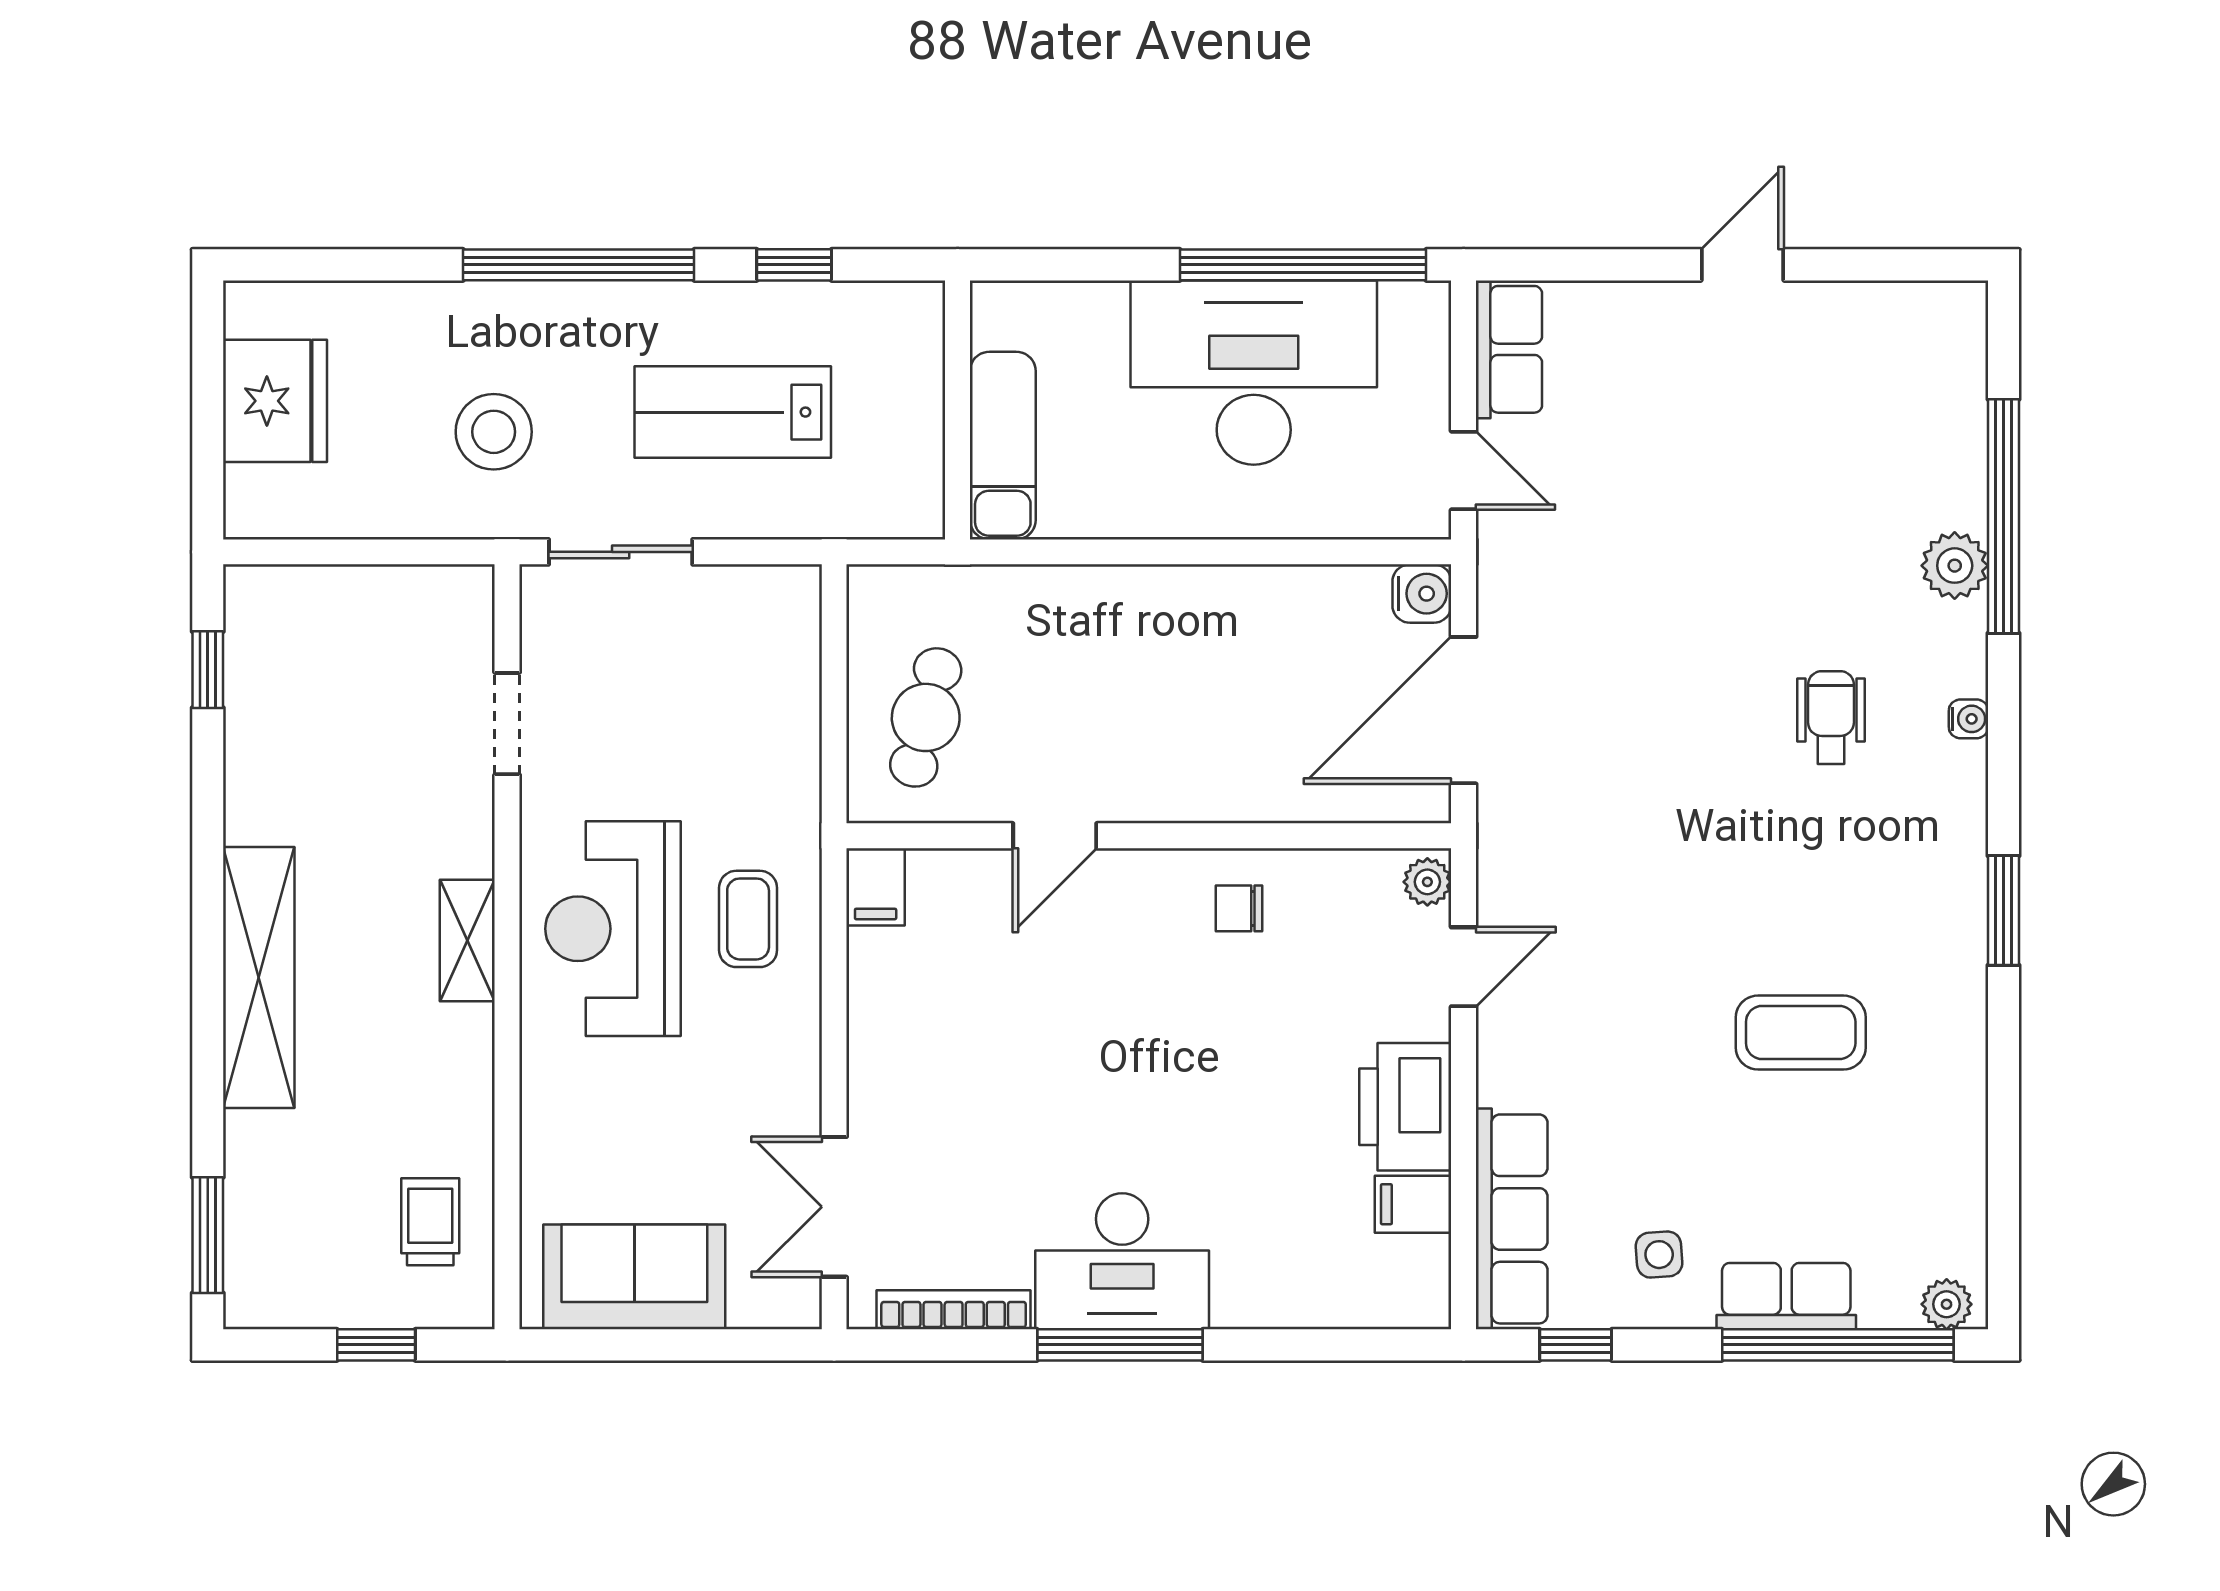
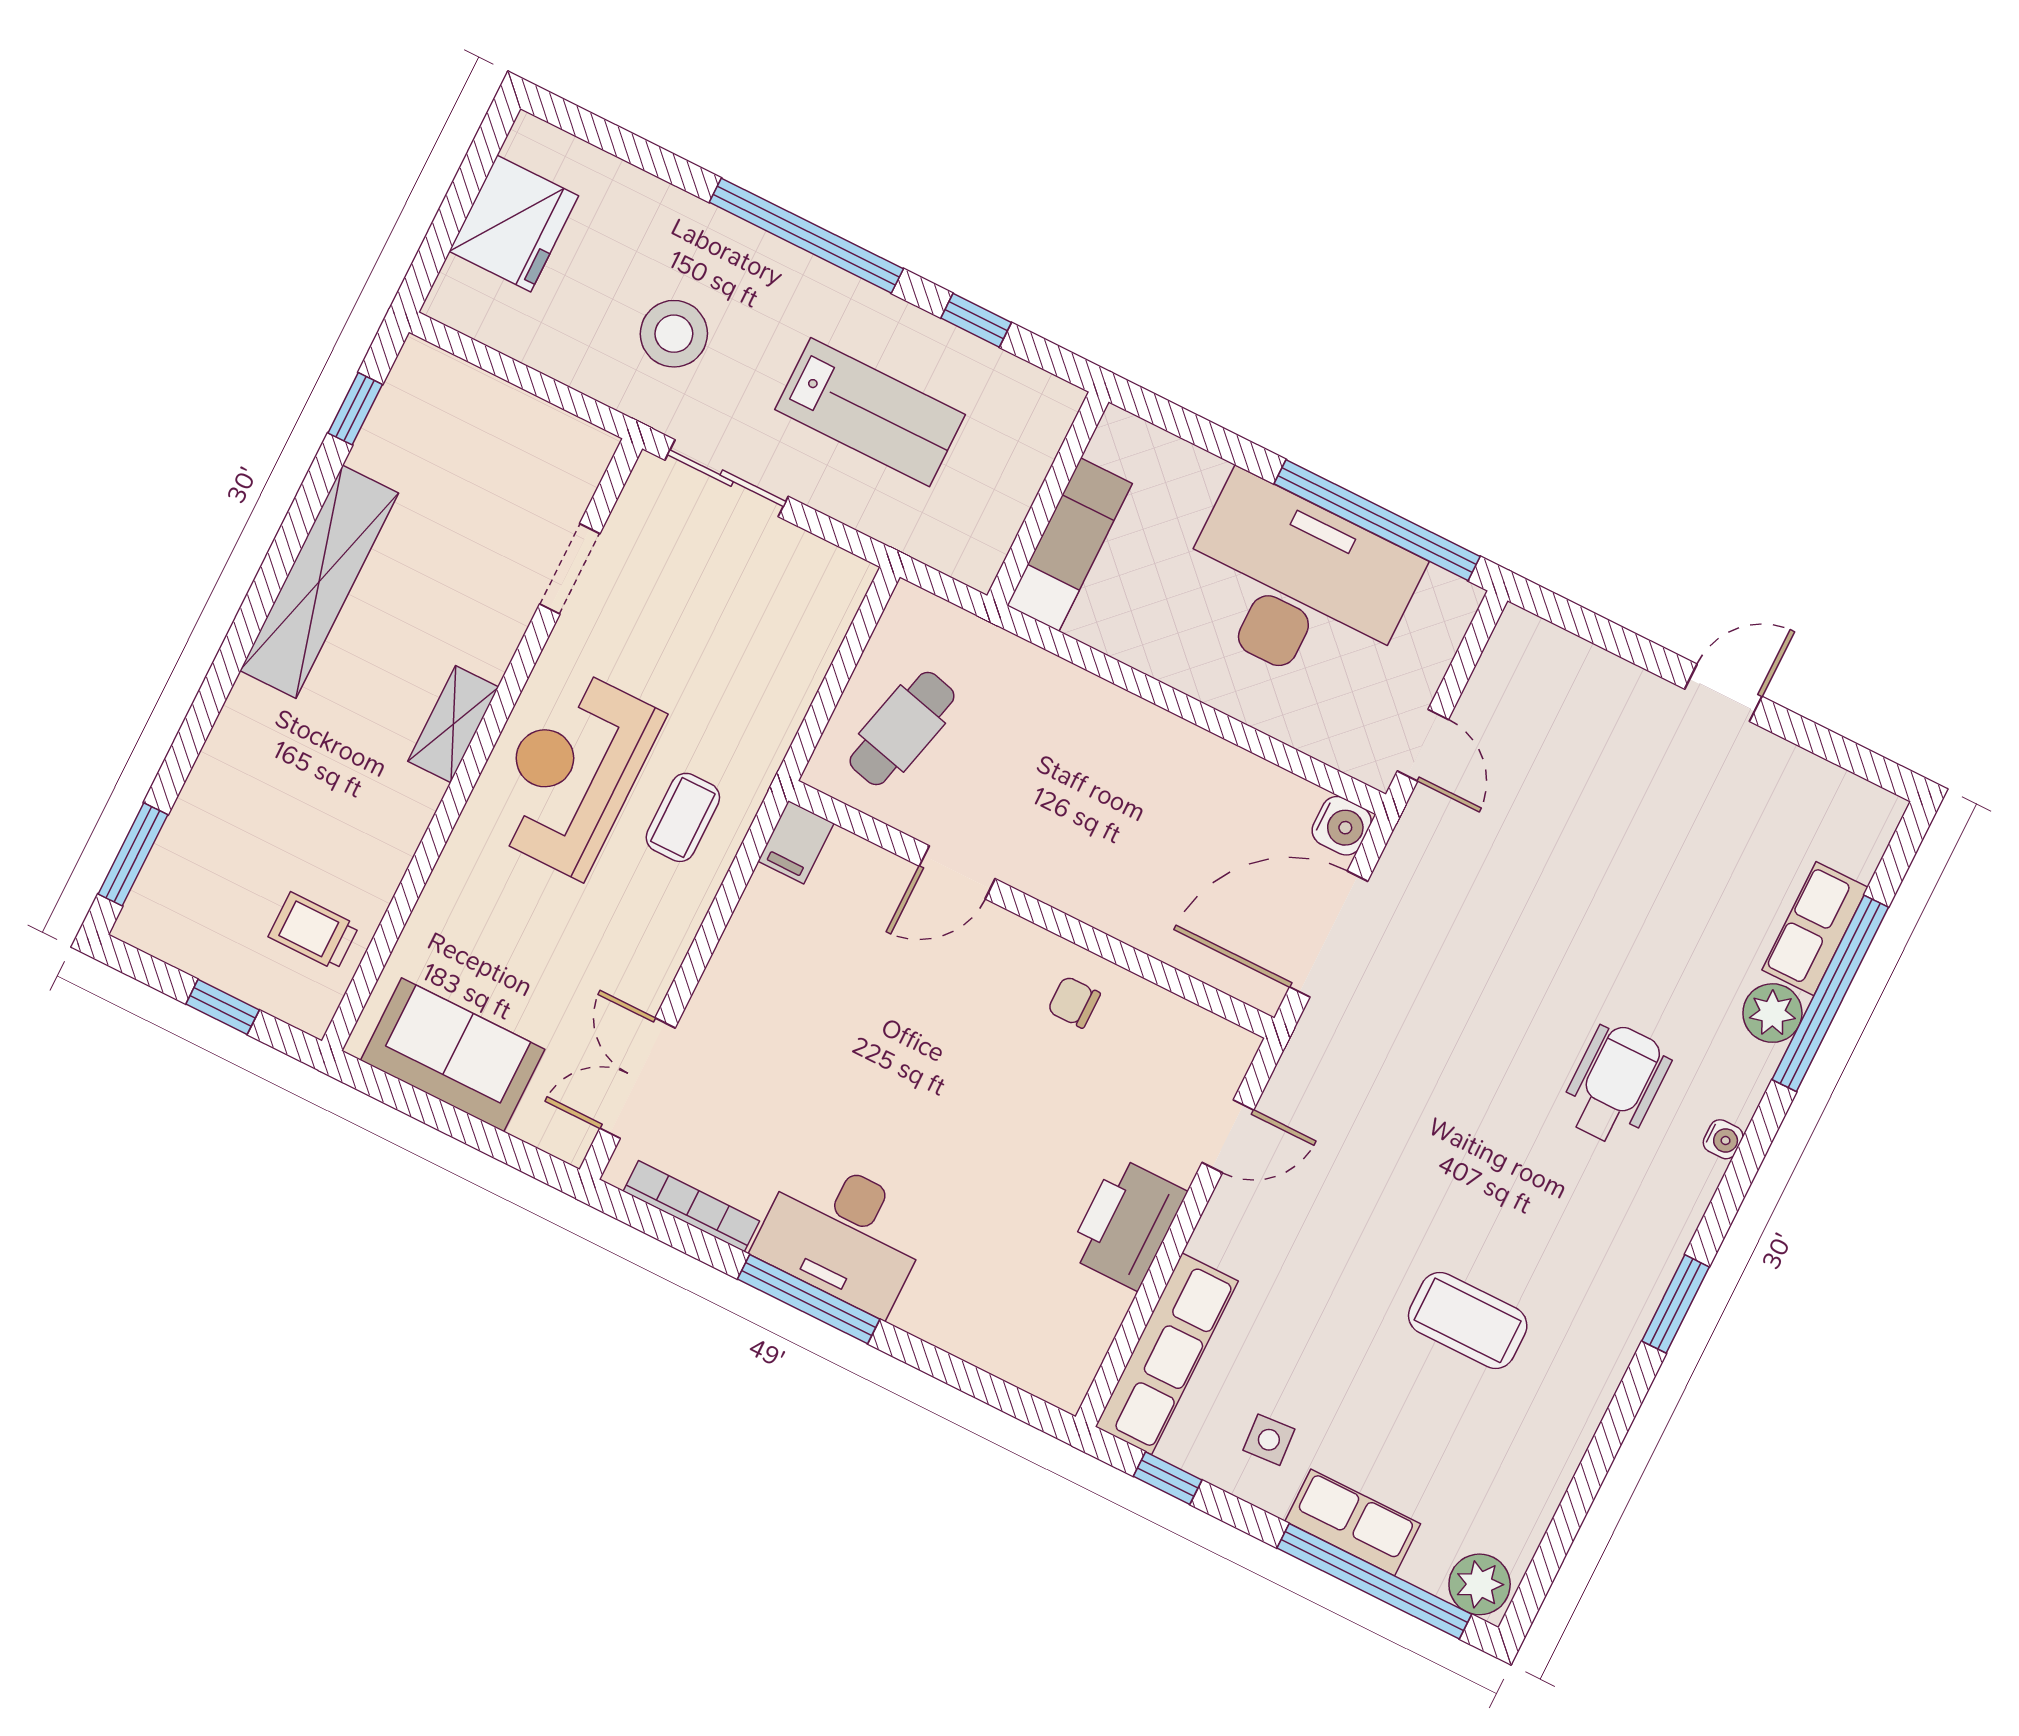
row of seats: (1509, 349) -> (1815, 929), moved, turned 180
lab bench: (733, 412) -> (870, 412), turned 180
wheelchair: (1831, 717) -> (1615, 1084), width x1.36, depth x1.37
plant: (1427, 882) -> (1233, 1055), removed
shelving: (259, 977) -> (319, 582), moved
filing cabinet: (1413, 1204) -> (1095, 1303), removed
trolley: (430, 1222) -> (314, 931), turned -90
plant: (1947, 1304) -> (1480, 1584), width x1.38, depth x1.38

